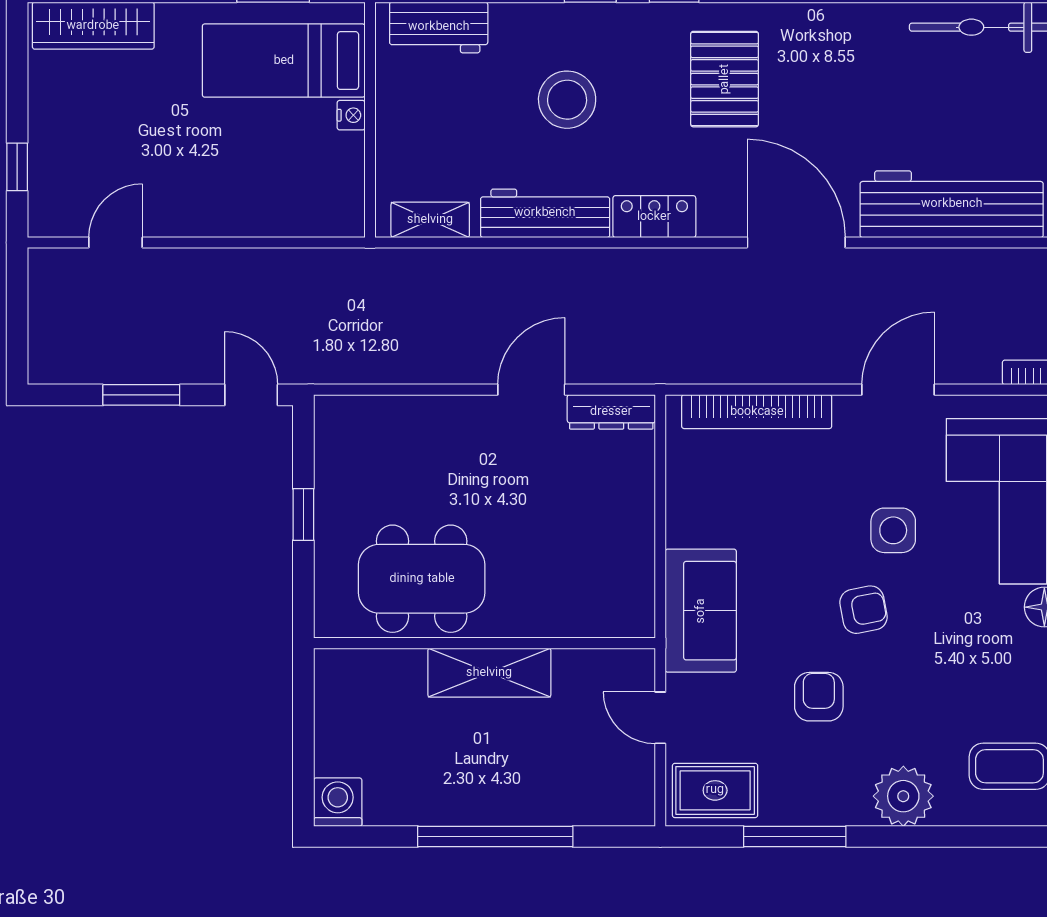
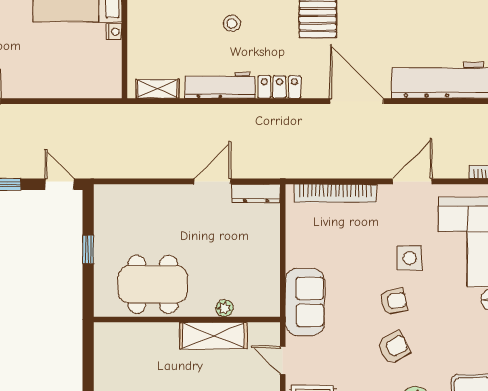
stool: (567, 100) -> (232, 23), width x0.53, depth x0.53
plant: (553, 622) -> (224, 308), added
shelving: (489, 673) -> (213, 336), moved
armchair: (819, 697) -> (394, 347), moved, turned 62

